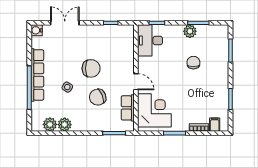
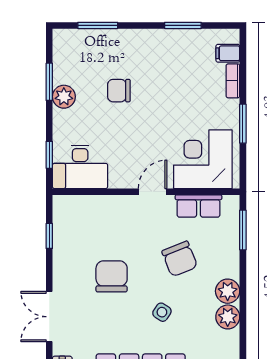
chair: (91, 68) -> (112, 276), moved
plant: (50, 124) -> (228, 291), moved

